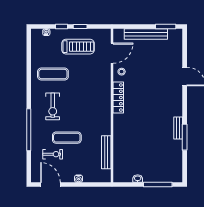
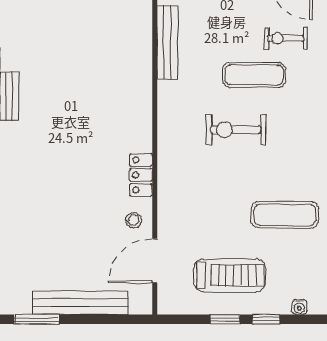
treadmill: (78, 47) -> (230, 275), turned 180
locker: (118, 98) -> (141, 175), width x0.66
exercise bike: (53, 106) -> (236, 130), moved, turned -90

